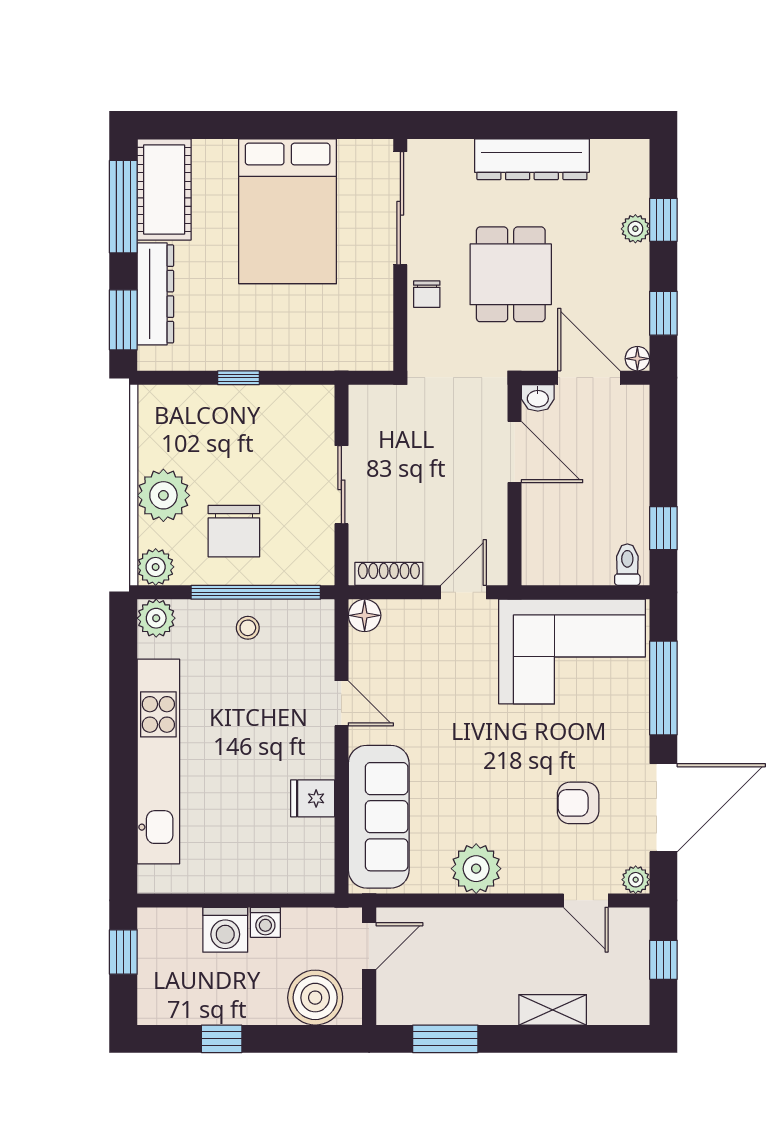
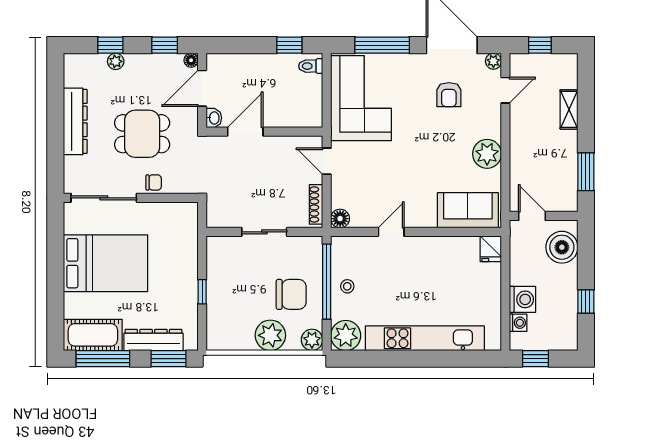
plant: (156, 618) -> (346, 335), width x1.36, depth x1.36
fridge: (313, 798) -> (491, 249), moved
sofa: (379, 817) -> (468, 210), width x0.73
washing machine: (265, 922) -> (518, 323), moved

